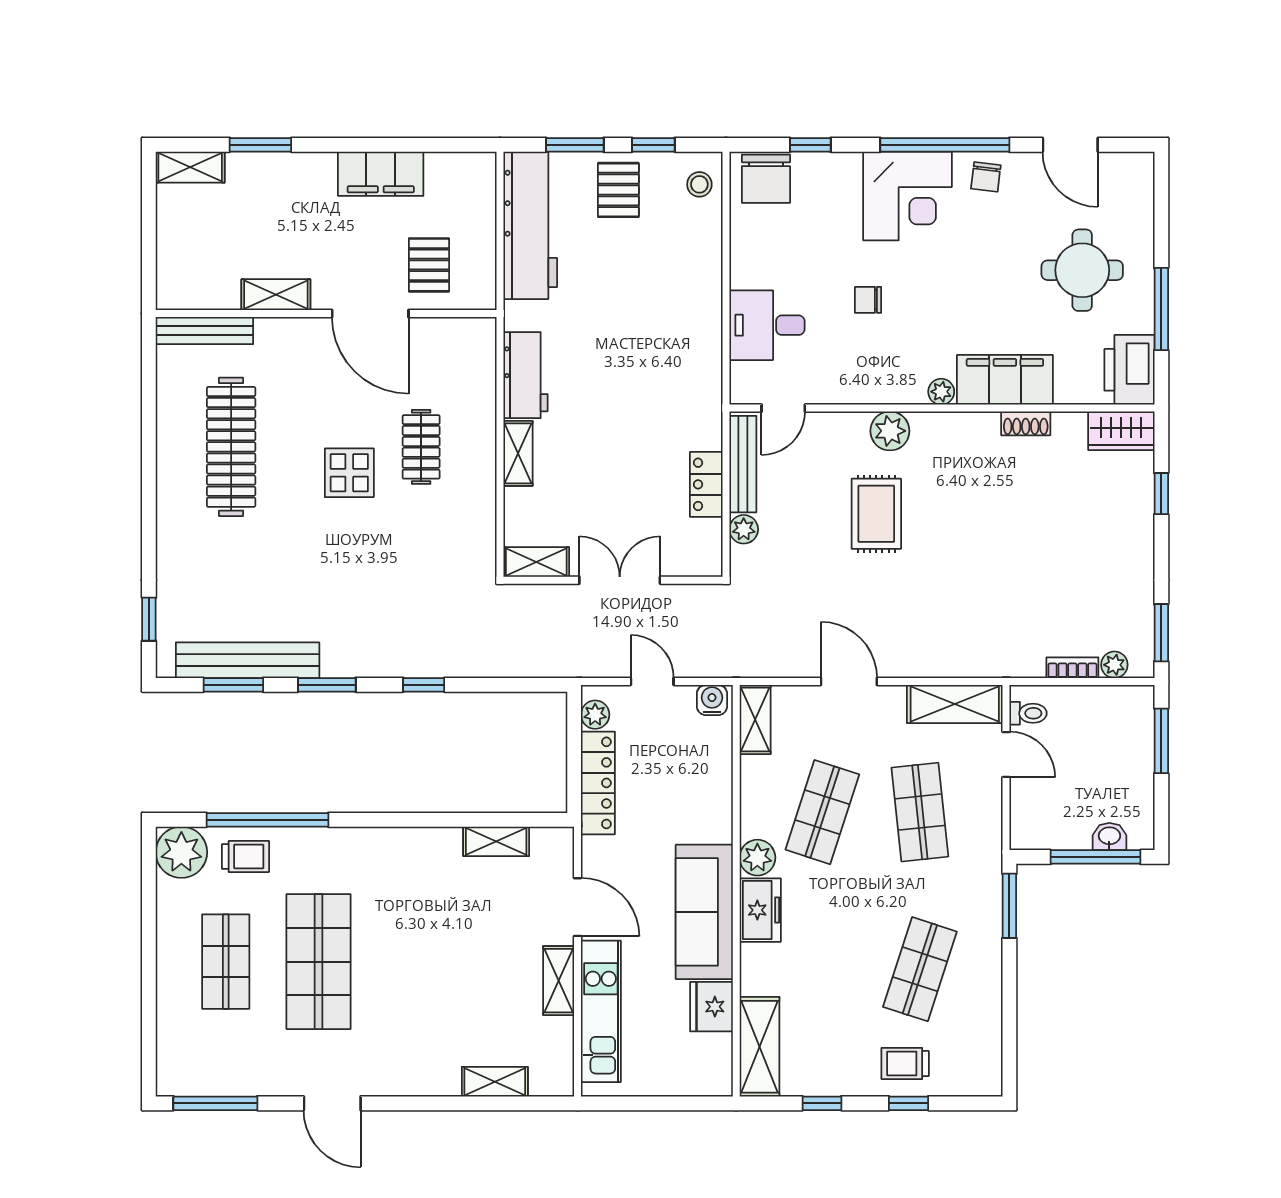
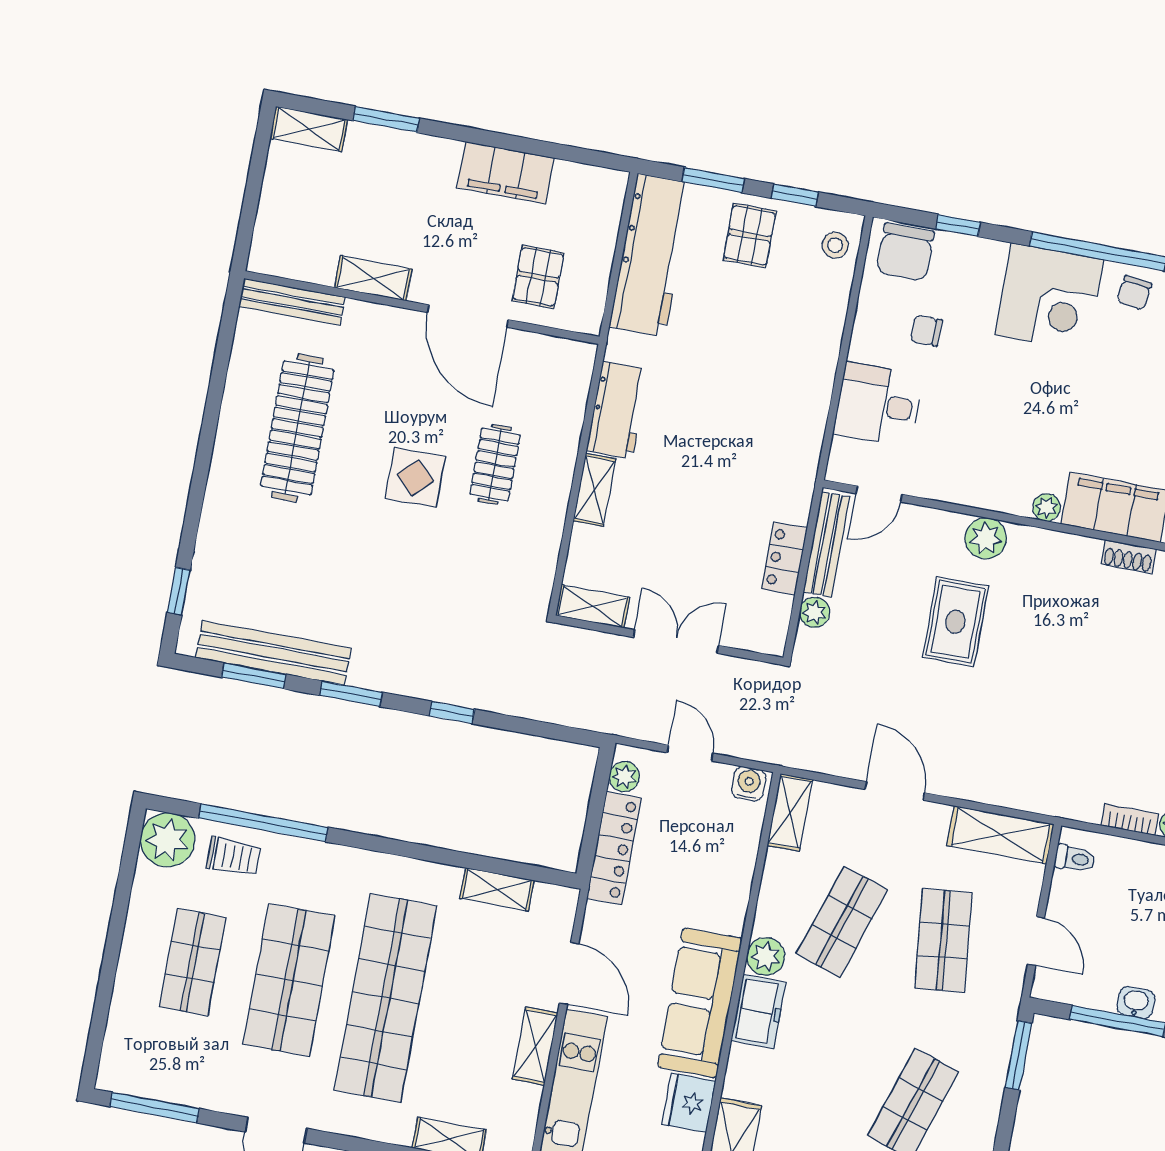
chair: (868, 300) -> (926, 331), moved
door: (1006, 754) -> (1036, 941), moved
shop shelf: (411, 962) -> (386, 998), added

